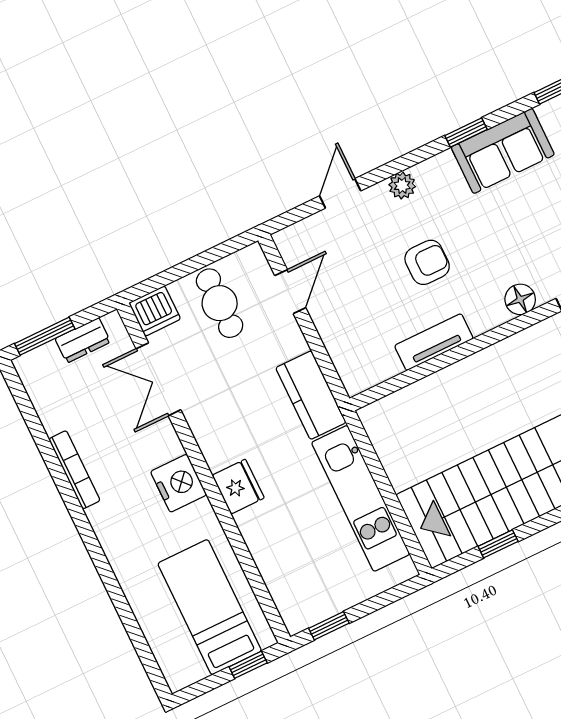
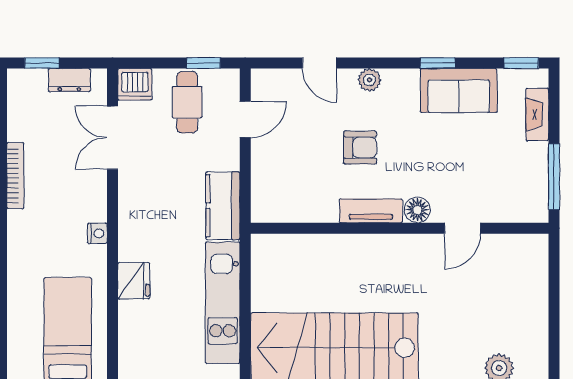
door: (340, 193) -> (319, 63), swing flipped
window: (217, 253) -> (204, 63), added
window: (45, 336) -> (42, 63), width x0.67
tv unit: (434, 342) -> (371, 211), moved
nightstand: (179, 483) -> (97, 233), width x0.53, depth x0.56
fridge: (238, 487) -> (134, 281), moved

